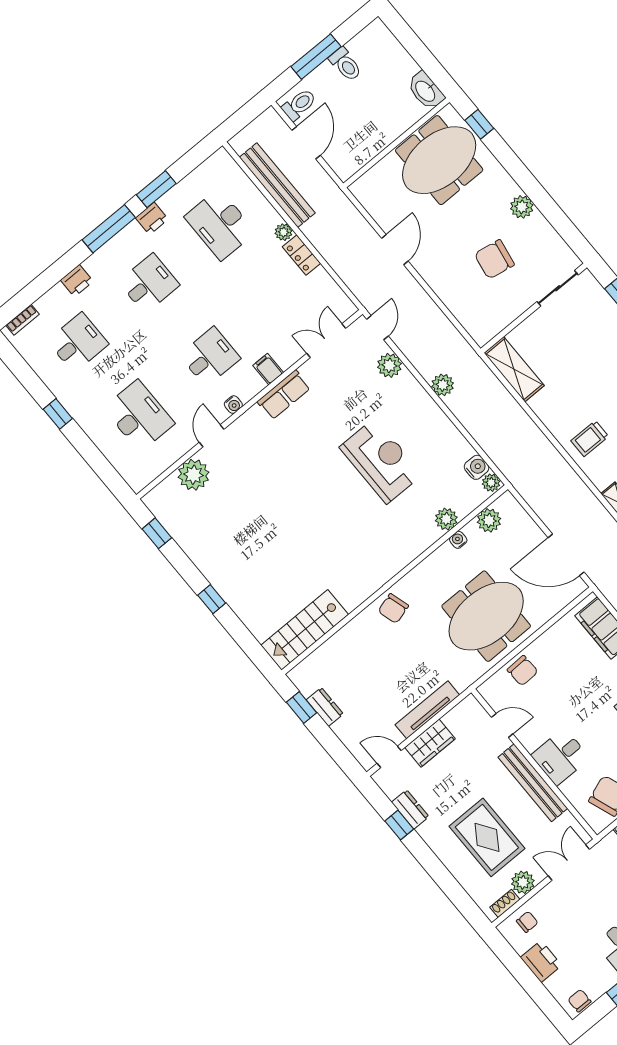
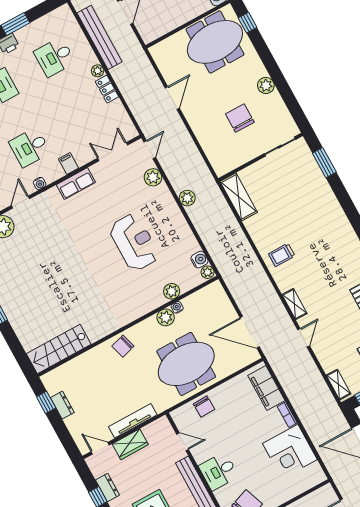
desk: (220, 224) -> (55, 57), width x0.73
chair: (494, 259) -> (240, 118), turned 80
desk: (210, 357) -> (30, 147), turned 180
plant: (489, 520) -> (166, 317), moved

